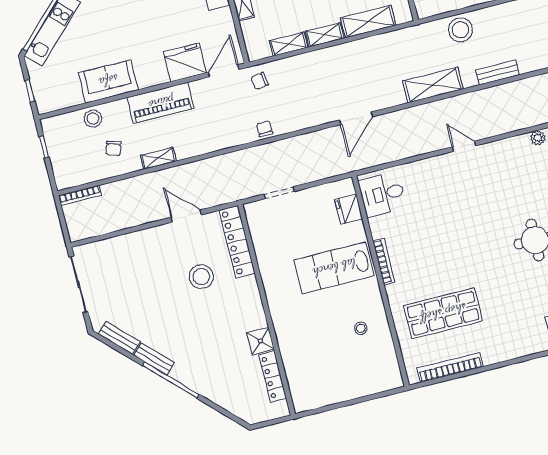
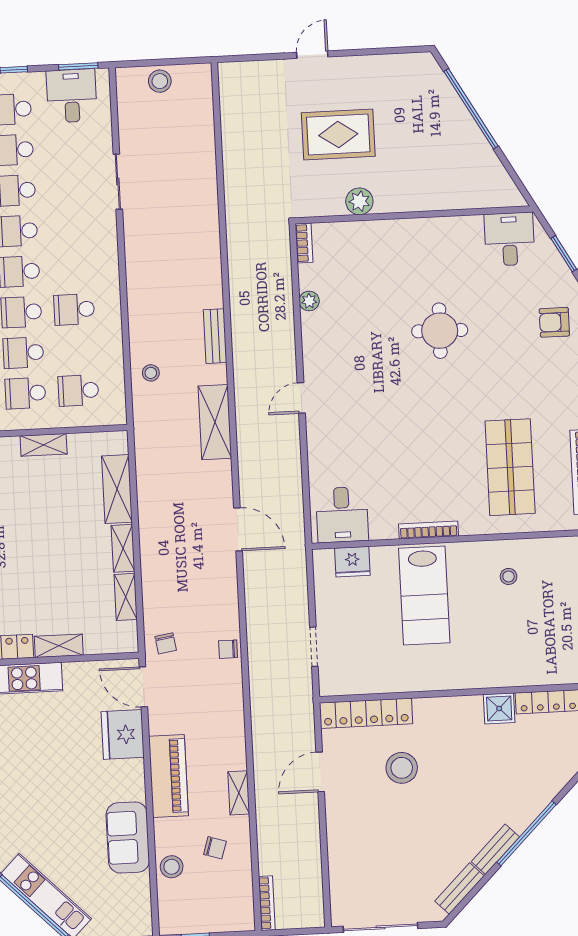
stool: (460, 30) -> (151, 373), width x0.53, depth x0.53

